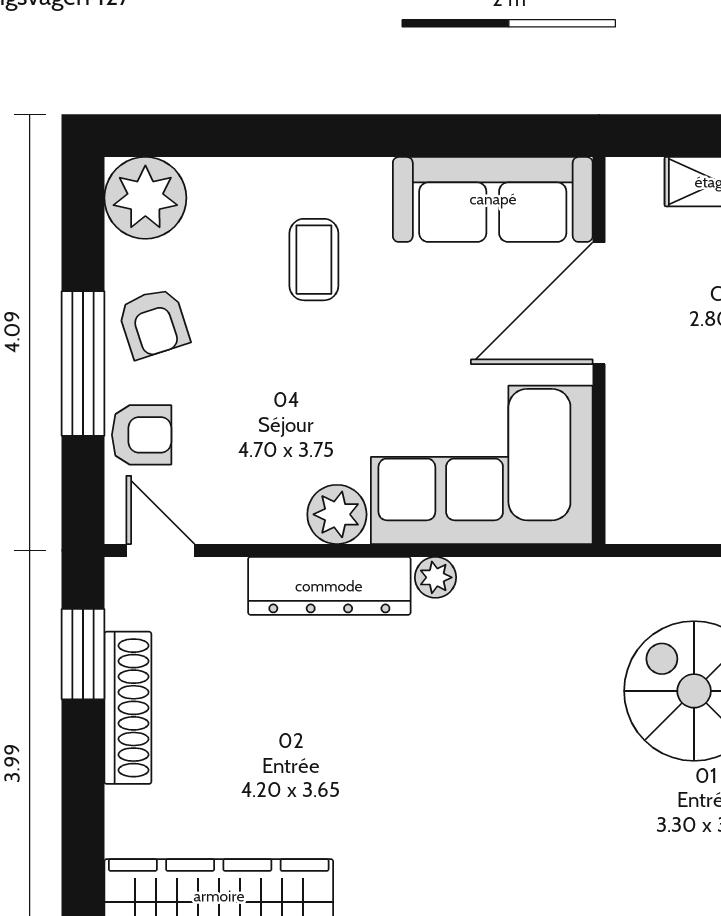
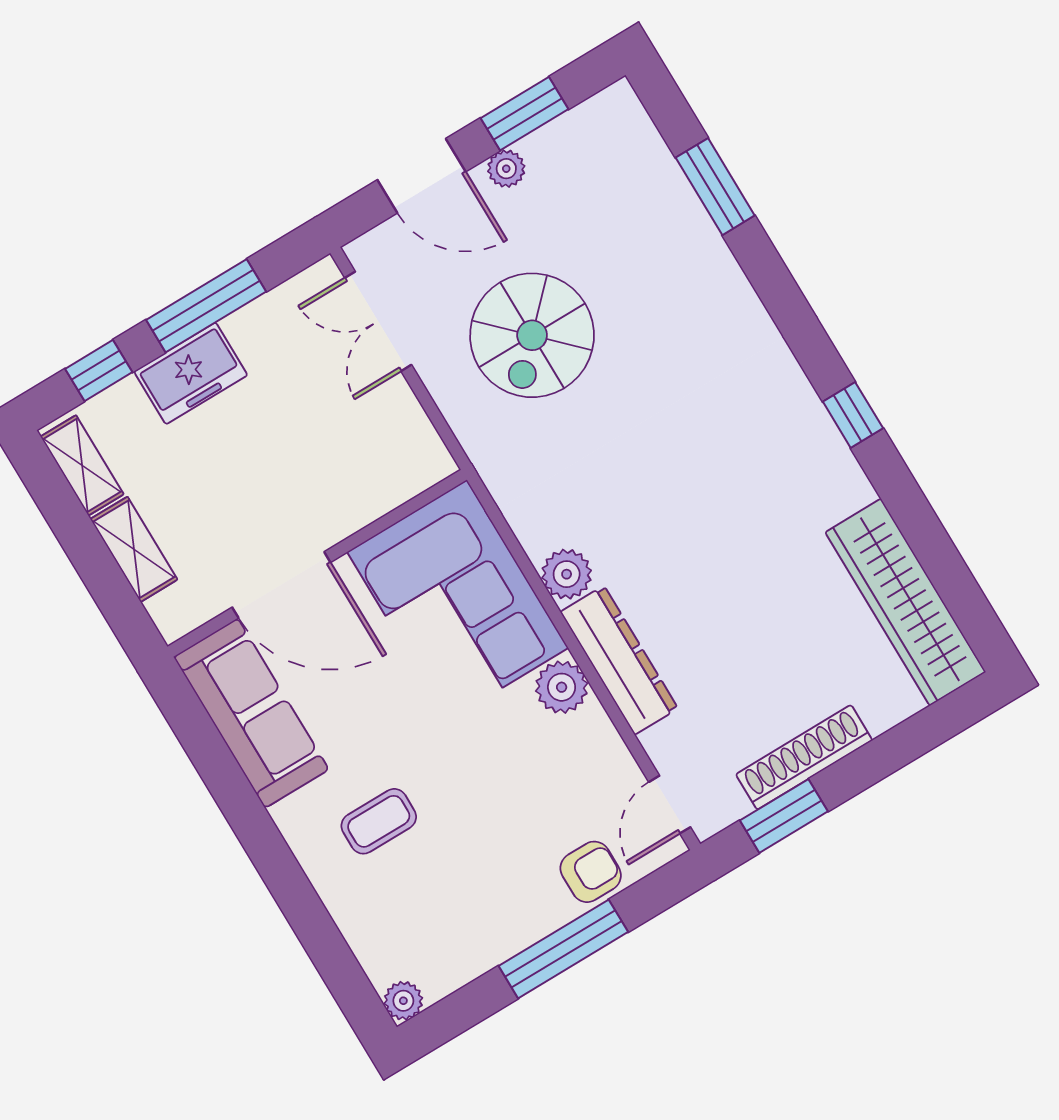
plant: (145, 198) -> (403, 1001), width x0.53, depth x0.53
armchair: (154, 323) -> (500, 914), removed
armchair: (142, 435) -> (591, 872), turned 90
plant: (435, 577) -> (567, 574), width x1.38, depth x1.38

